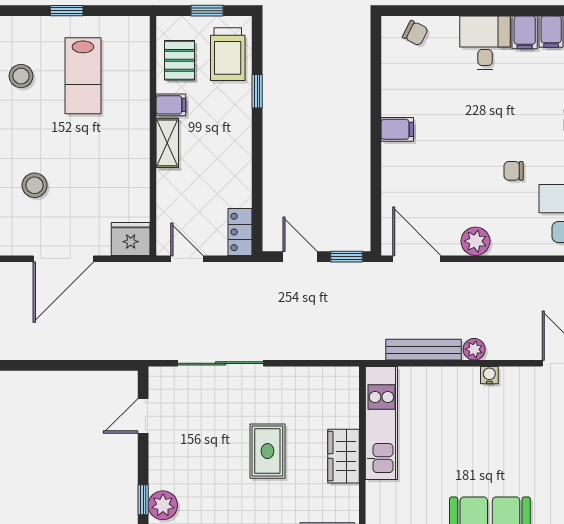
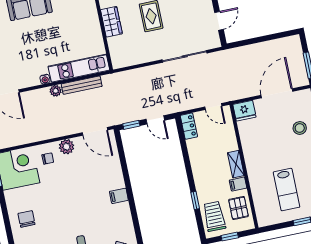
lab bench: (83, 76) -> (287, 190), turned 180
chair: (514, 171) -> (48, 159), moved
kitchen unit: (381, 423) -> (79, 68), moved, turned 90

